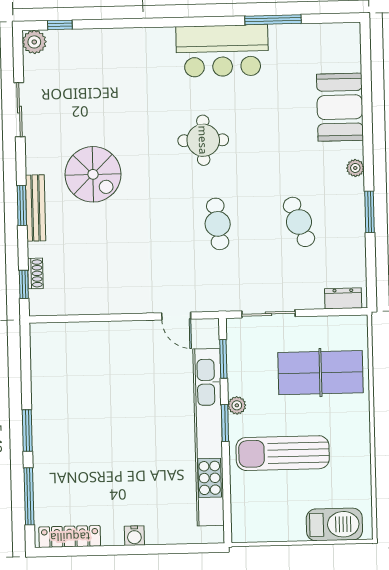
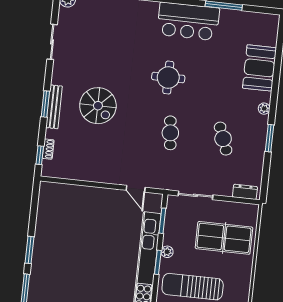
spiral stairs: (93, 174) -> (98, 106), moved

